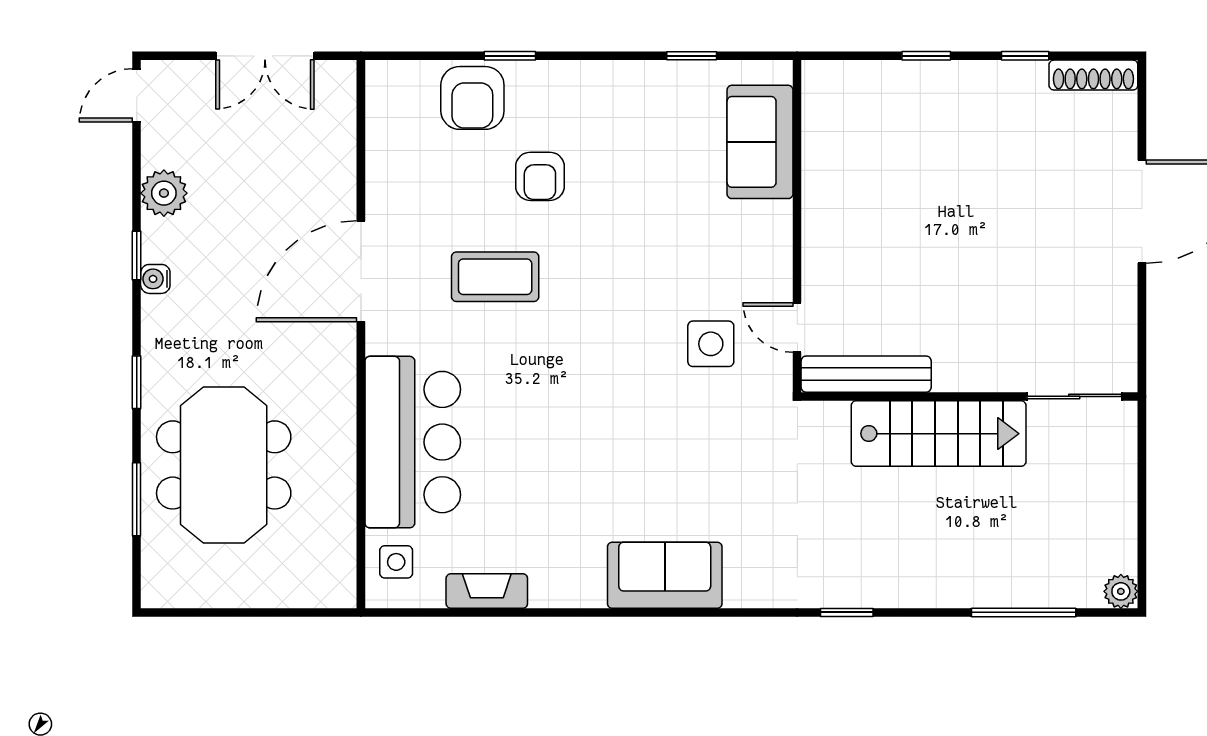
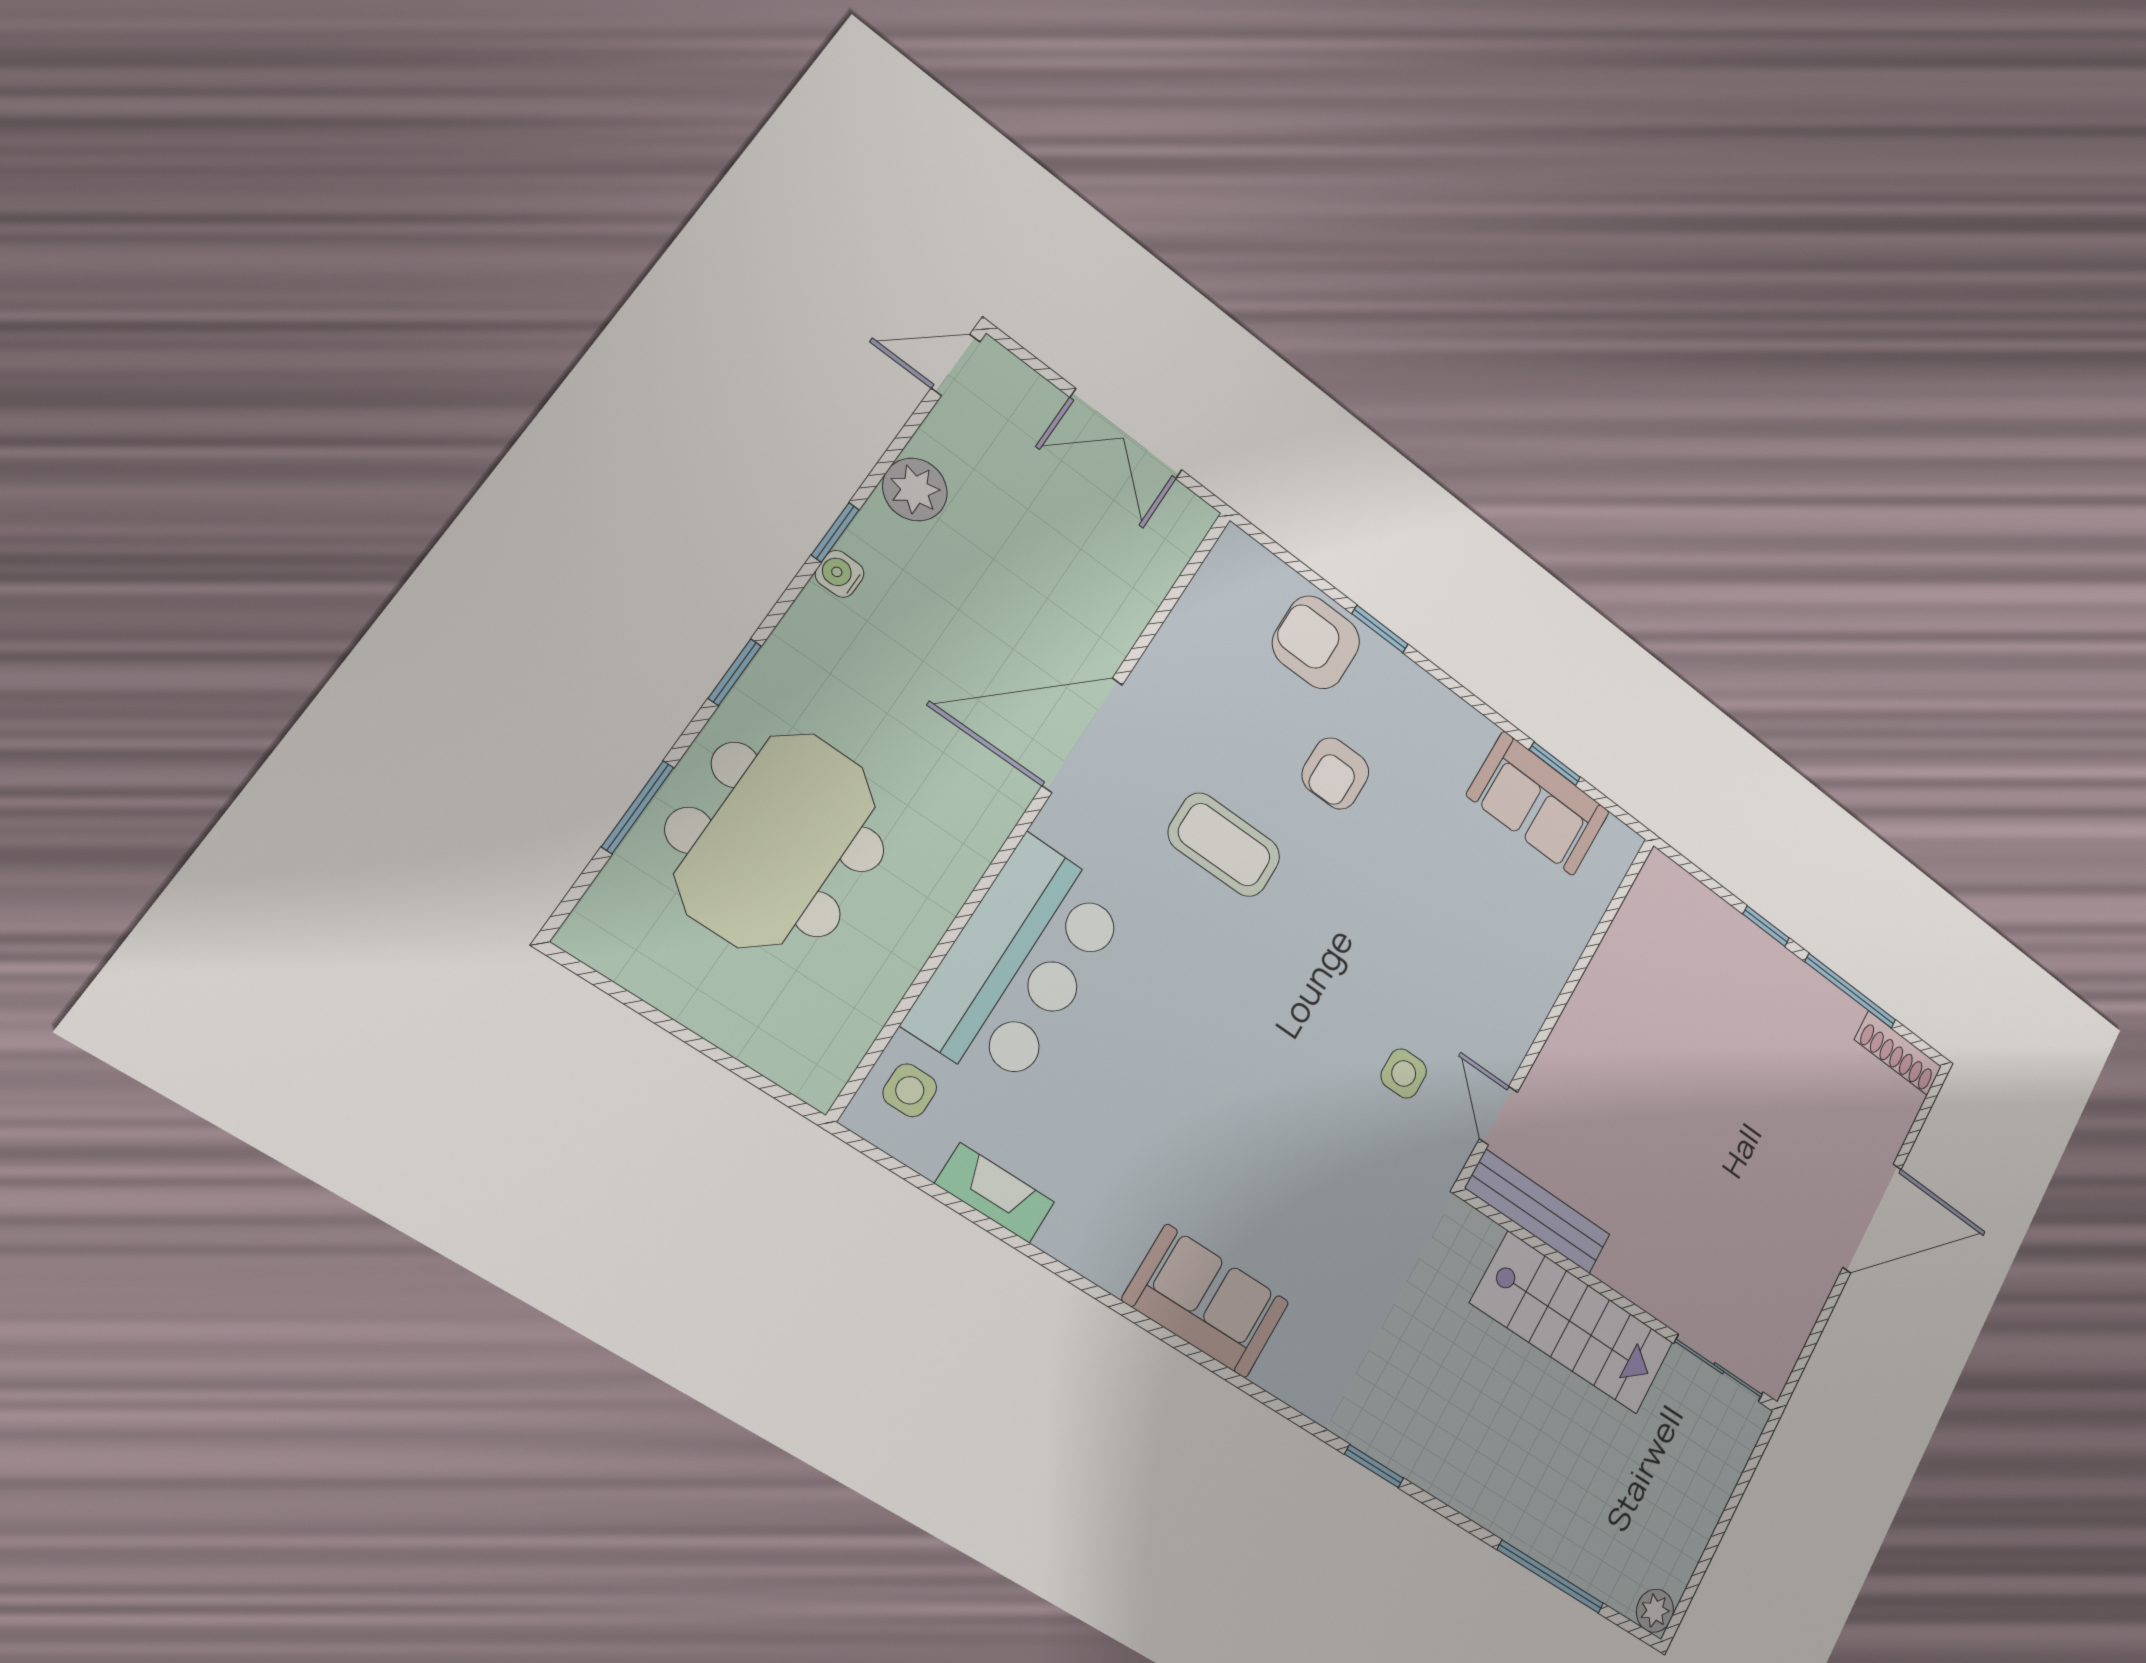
window: (1025, 56) -> (1850, 991), width x2.17
armchair: (472, 98) -> (1316, 642), turned 90
sofa: (760, 142) -> (1538, 804), moved, turned -90
side table: (711, 344) -> (1404, 1074), width x0.73, depth x0.73

